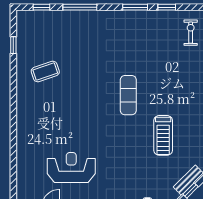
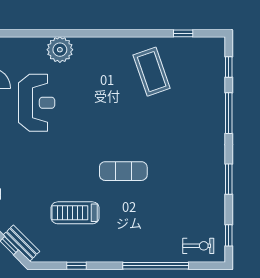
window: (167, 7) -> (229, 235), moved
coffee table: (45, 72) -> (152, 72), width x1.36, depth x1.32
plant: (27, 148) -> (60, 50), added

